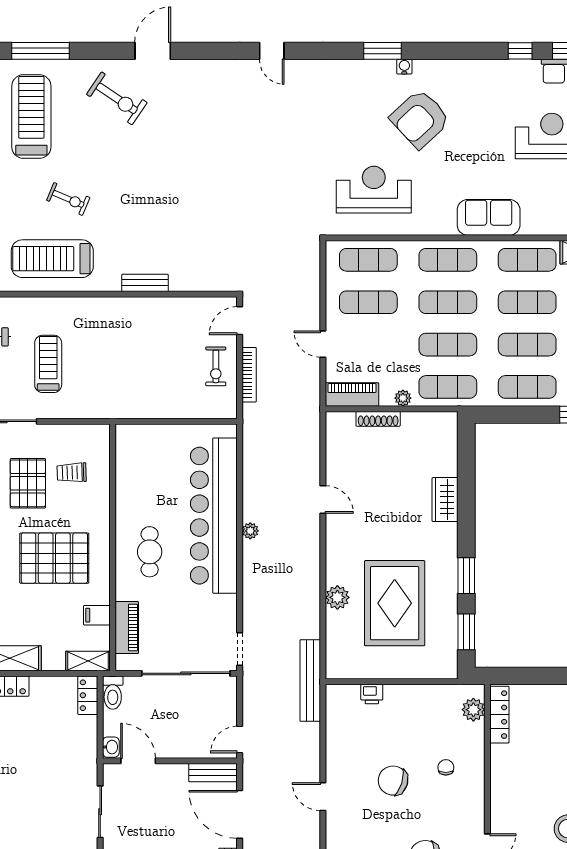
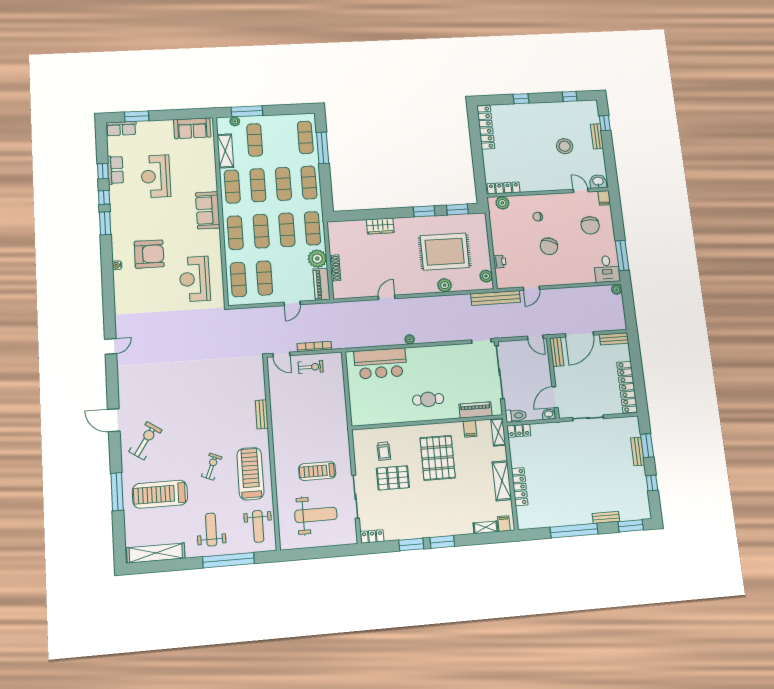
window: (383, 51) -> (105, 223), moved
armchair: (420, 119) -> (149, 254), turned -47
treadmill: (52, 259) -> (250, 474), turned 180
plant: (403, 398) -> (317, 259), width x1.88, depth x1.88
bar counter: (214, 516) -> (380, 363), width x0.54
plant: (348, 668) -> (486, 276), added
door: (323, 797) -> (531, 288), moved

